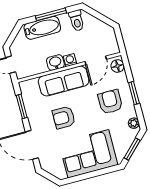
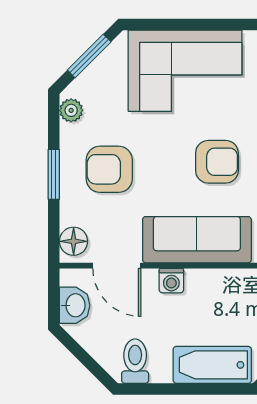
window: (51, 14) -> (186, 389), removed
door: (96, 60) -> (117, 266), swing flipped
washbasin: (55, 62) -> (75, 305), moved, turned -90
armchair: (110, 102) -> (109, 169), turned 90

